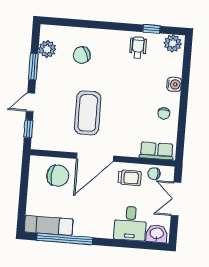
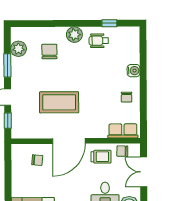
plant: (173, 43) -> (74, 35), moved
wheelchair: (138, 48) -> (99, 41), turned -90
chair: (82, 55) -> (49, 51), turned 114
coffee table: (88, 113) -> (59, 102), turned 90
chair: (58, 176) -> (37, 160), width x0.54, depth x0.54

